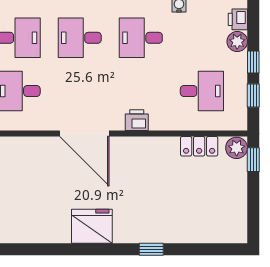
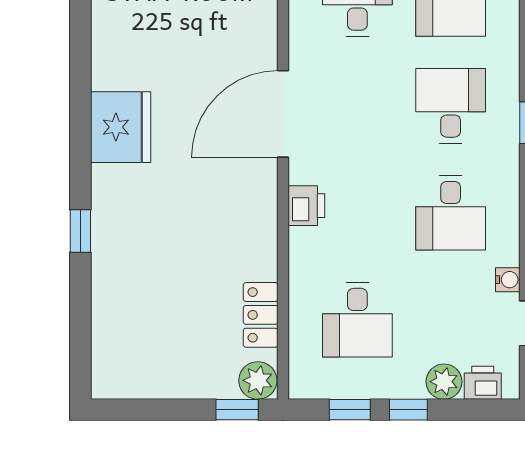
desk: (141, 38) -> (451, 213), turned 180

